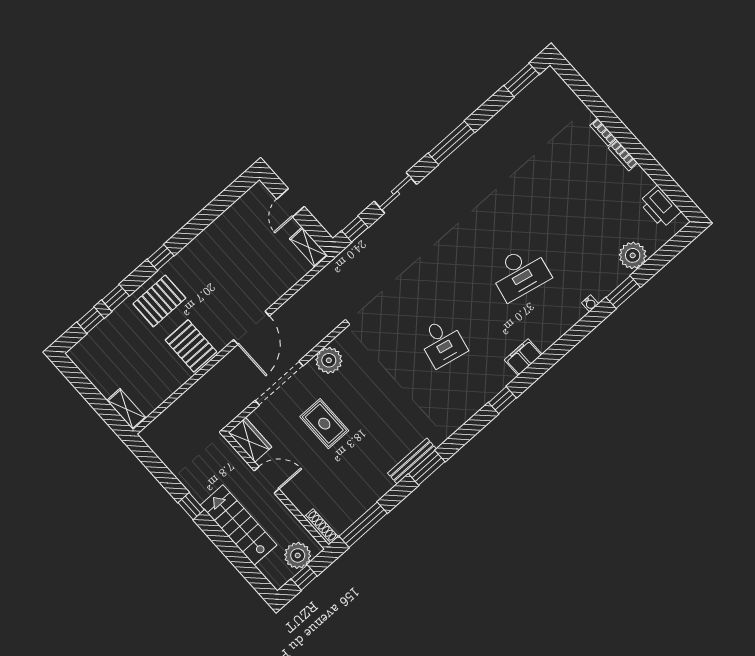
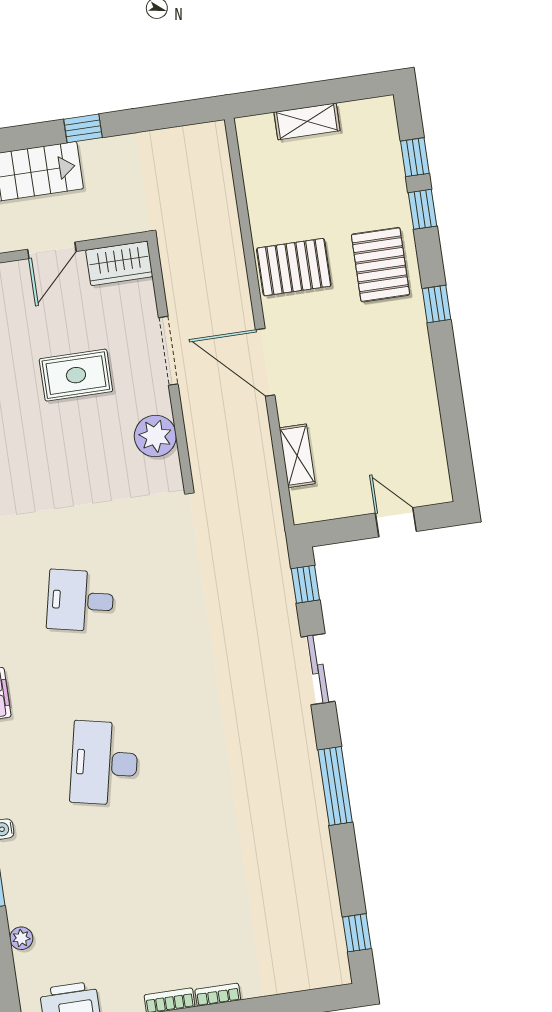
window: (522, 80) -> (357, 933), width x0.67
shelving: (309, 247) -> (297, 456), moved, turned 90
plant: (633, 255) -> (21, 938), width x0.53, depth x0.53
doorway: (279, 383) -> (168, 351), width x0.73
shelving: (126, 409) -> (307, 121), moved

